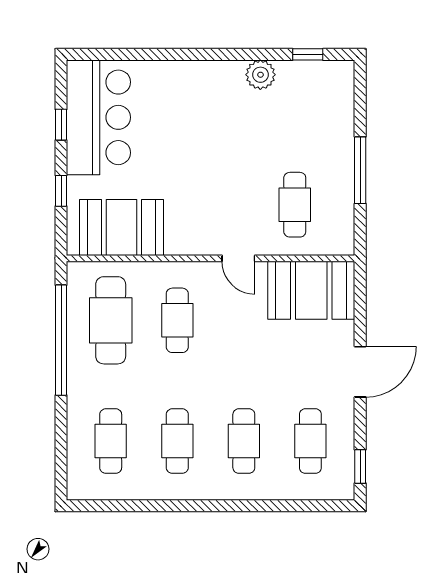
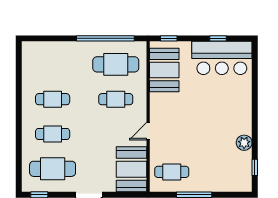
window: (61, 191) -> (169, 38), moved
cafe table: (295, 205) -> (172, 172), moved
cafe table: (111, 441) -> (53, 64), removed
cafe table: (310, 441) -> (53, 169), width x1.37, depth x1.35

